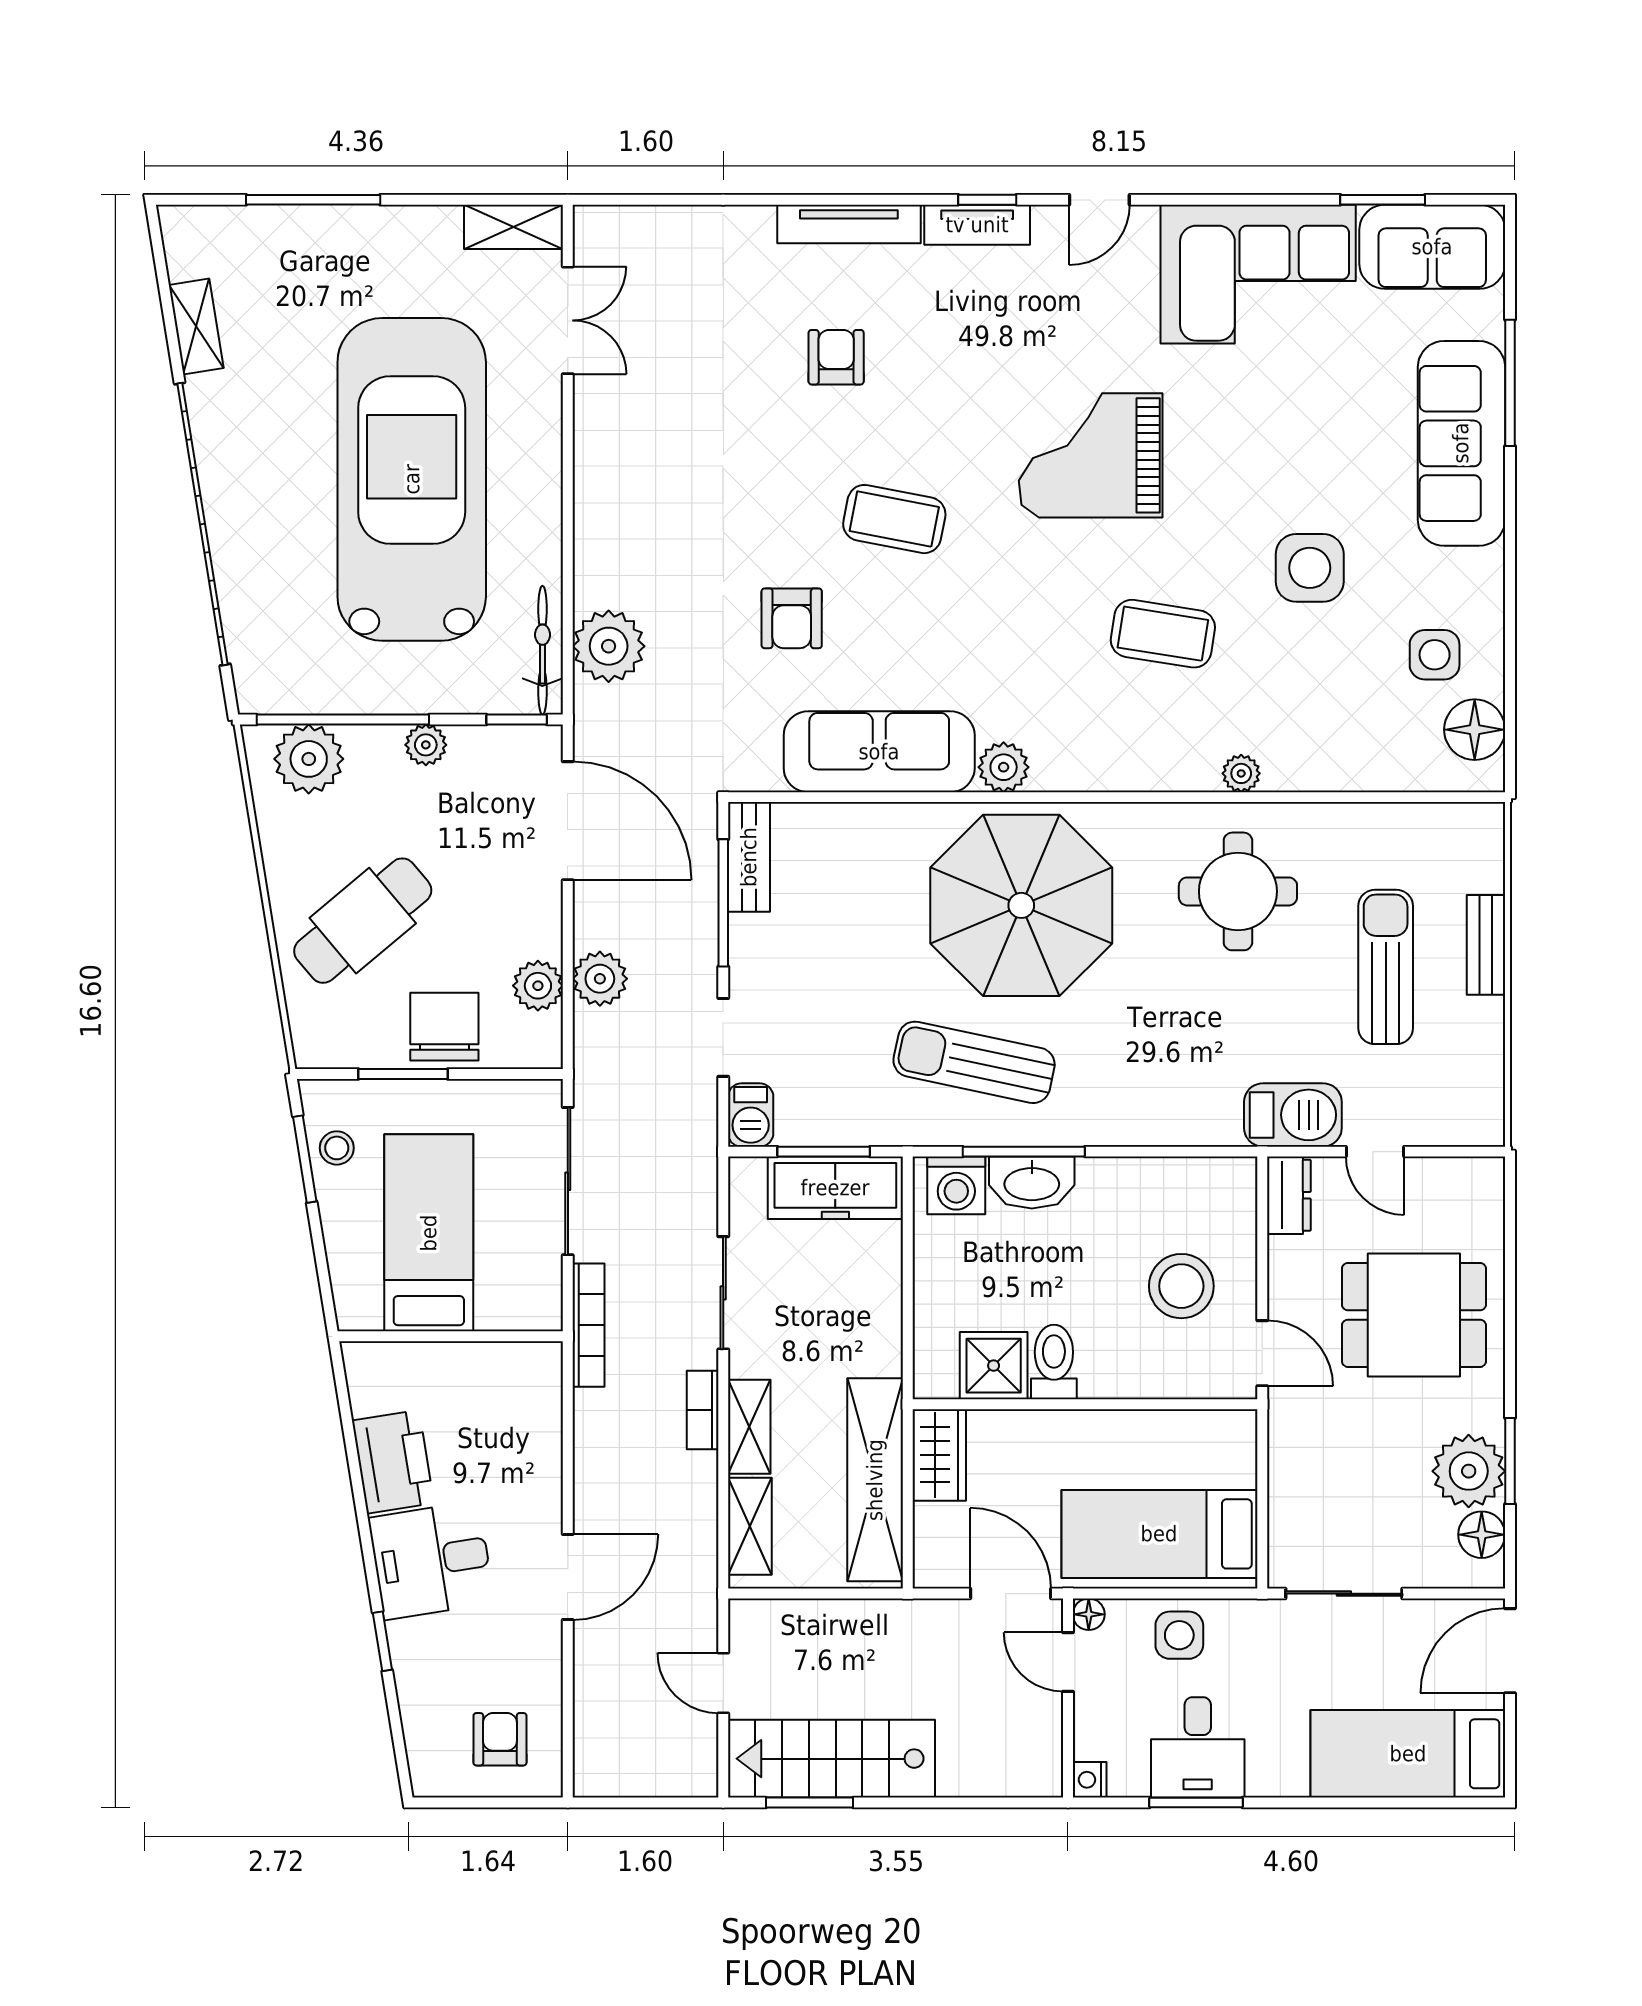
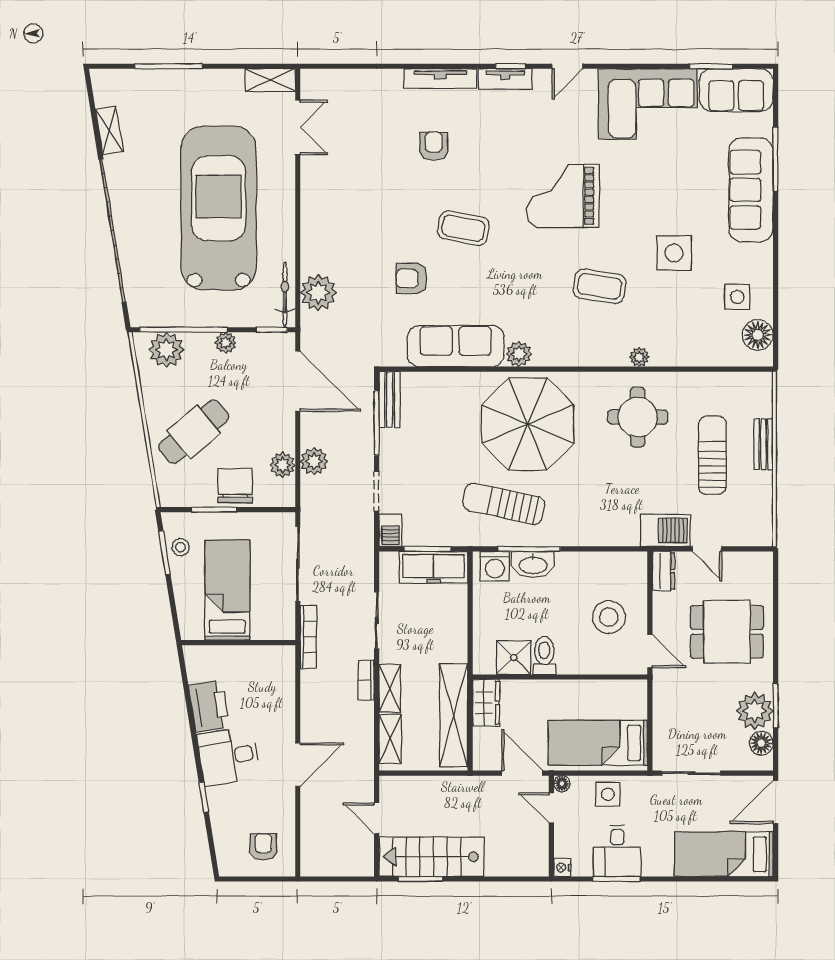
armchair: (792, 618) -> (411, 278), turned 90

